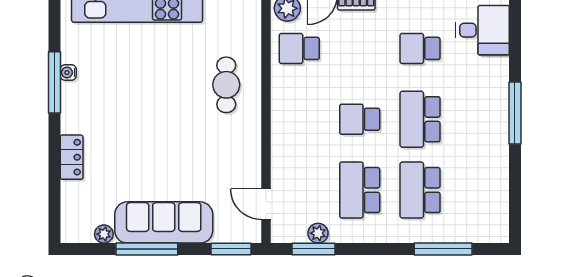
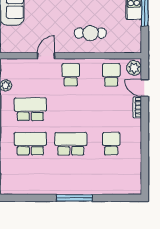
desk: (482, 30) -> (122, 179), removed
school desk: (360, 119) -> (71, 75), moved
door: (266, 204) -> (46, 56), moved

